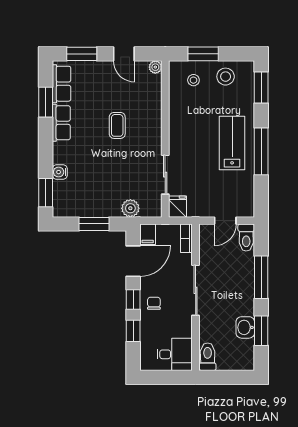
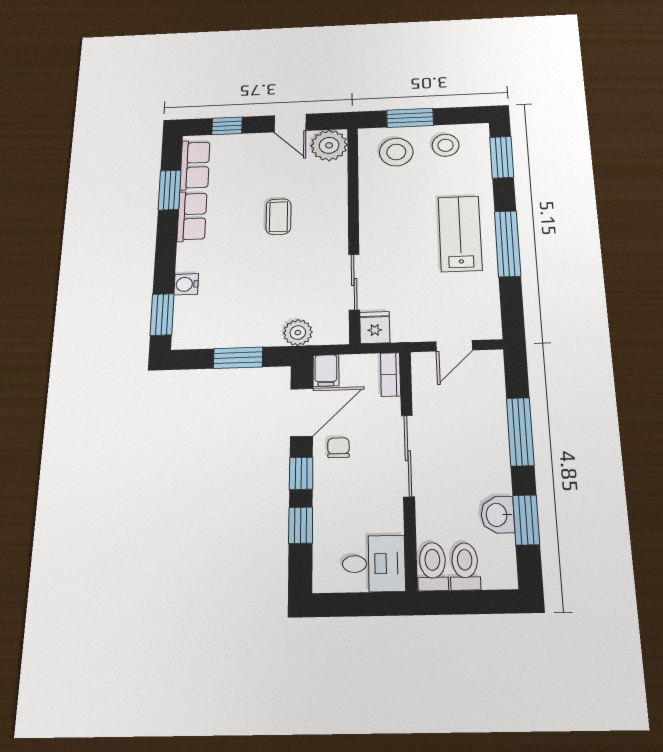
window: (82, 54) -> (227, 126), width x0.67
plant: (155, 67) -> (329, 145), width x1.88, depth x1.88
stool: (193, 80) -> (396, 152), width x1.89, depth x1.89
toilet: (246, 238) -> (465, 566), moved, turned 180
chair: (154, 303) -> (338, 448), moved

